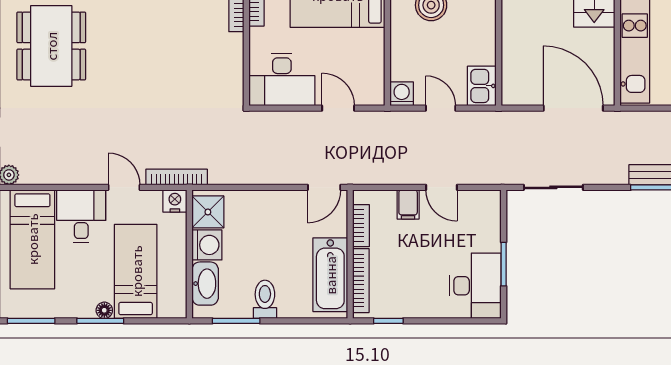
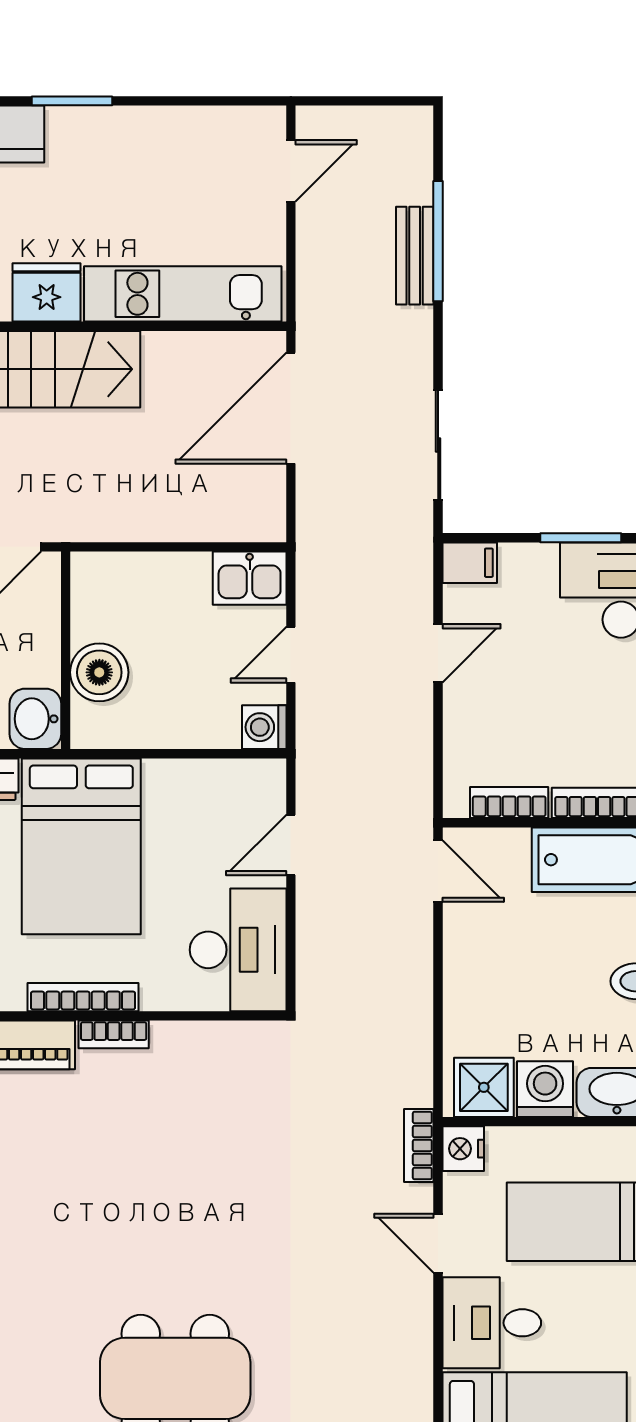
bookcase: (177, 177) -> (419, 1145), width x0.64
door: (124, 187) -> (438, 1243), hinge flipped
filing cabinet: (408, 204) -> (470, 563), moved

